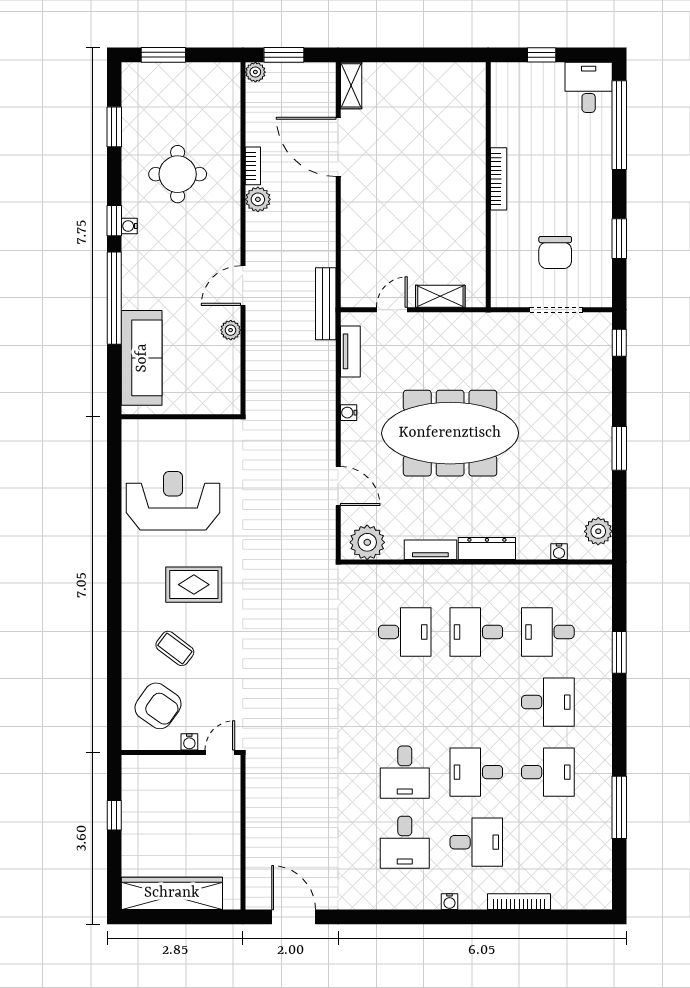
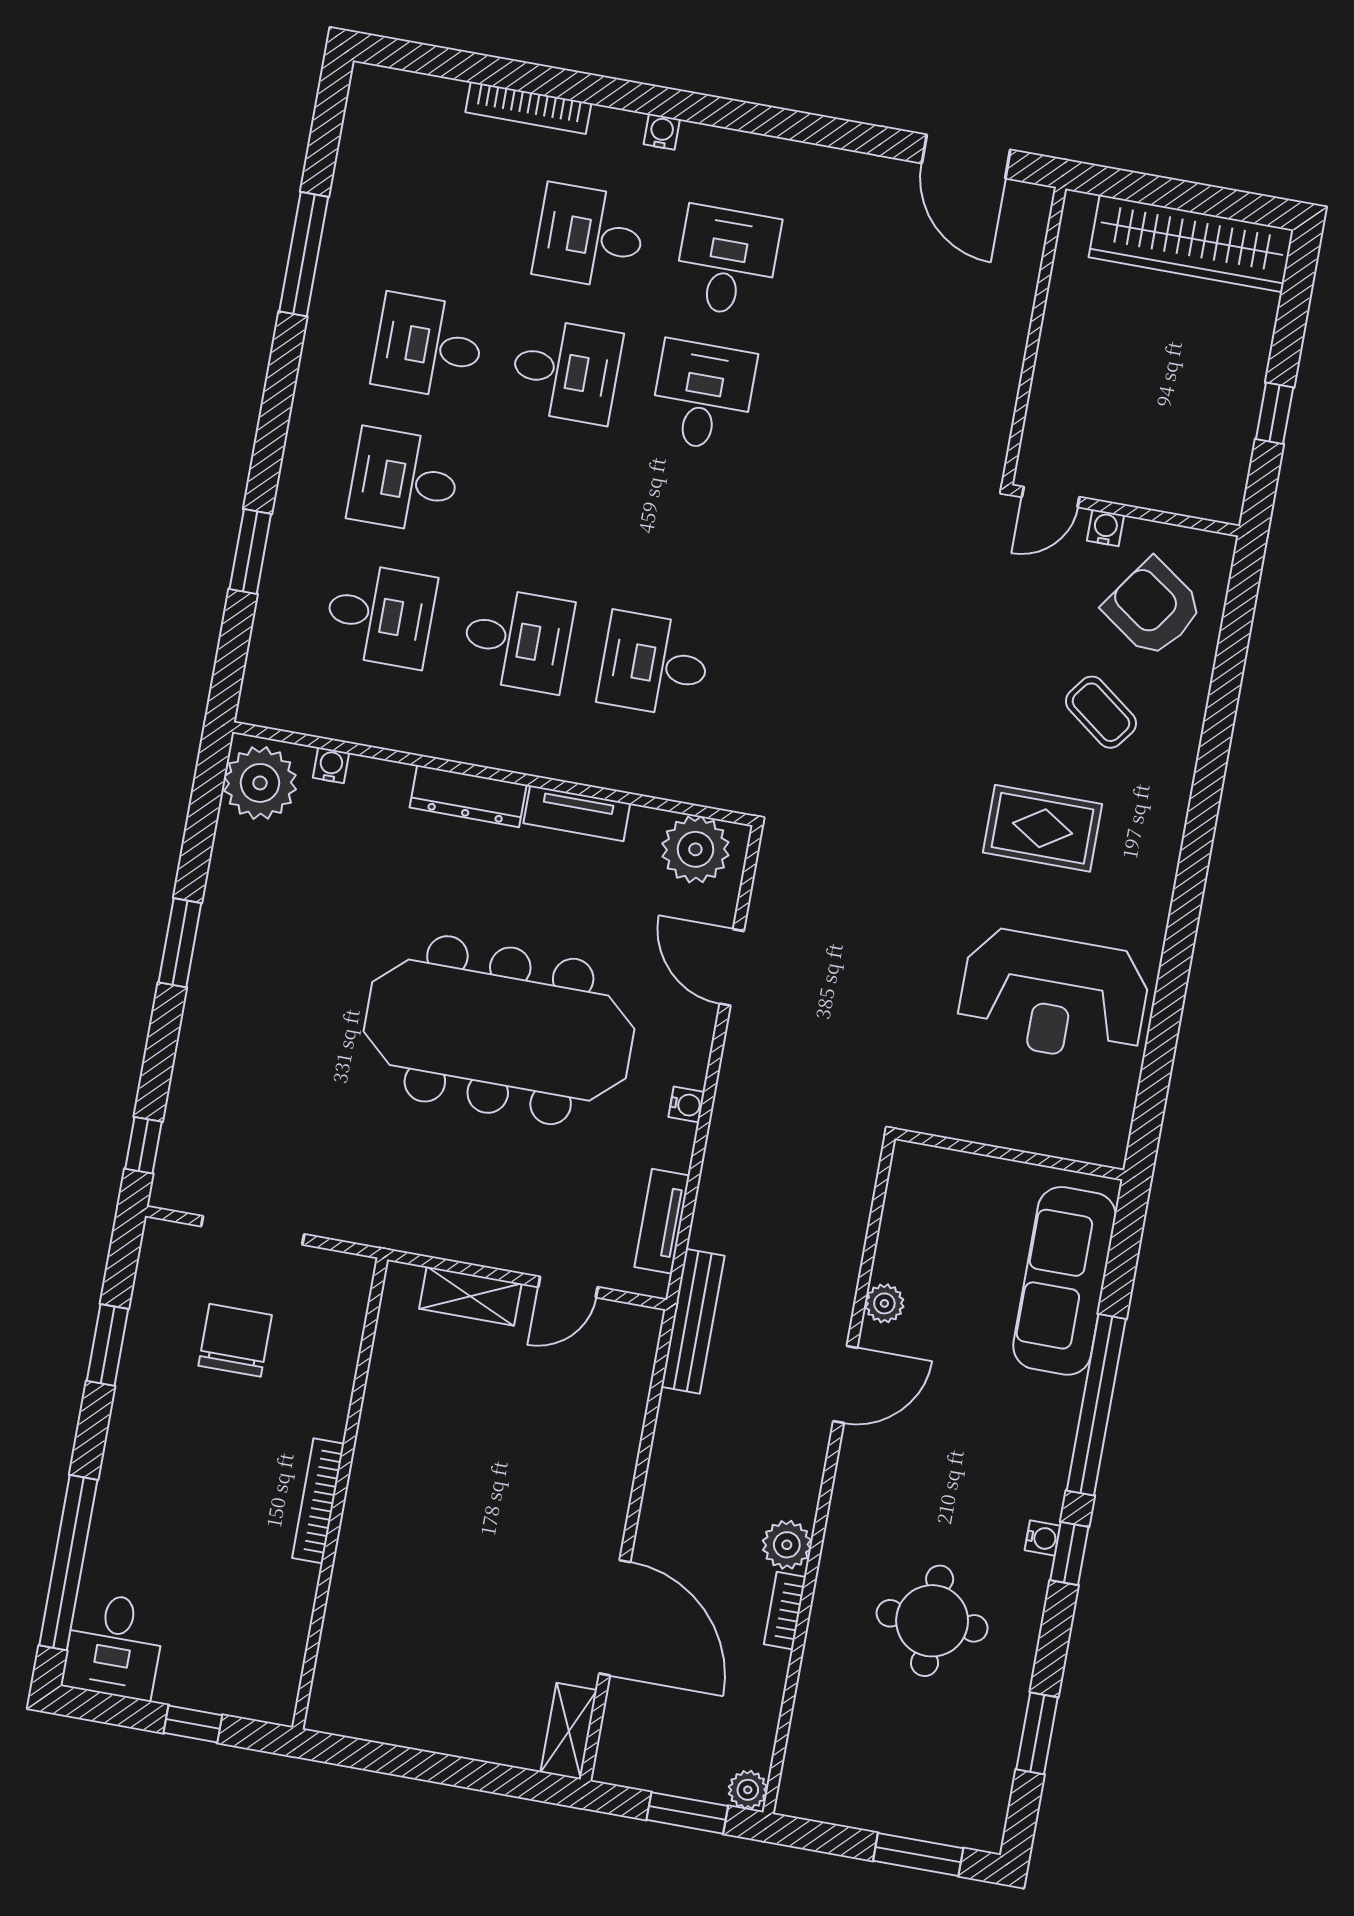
plant: (598, 531) -> (260, 783), width x1.36, depth x1.36

